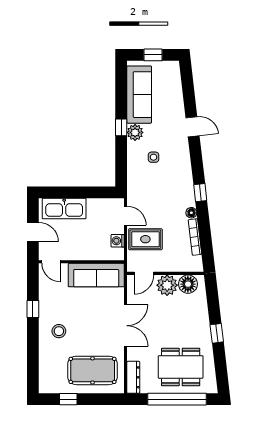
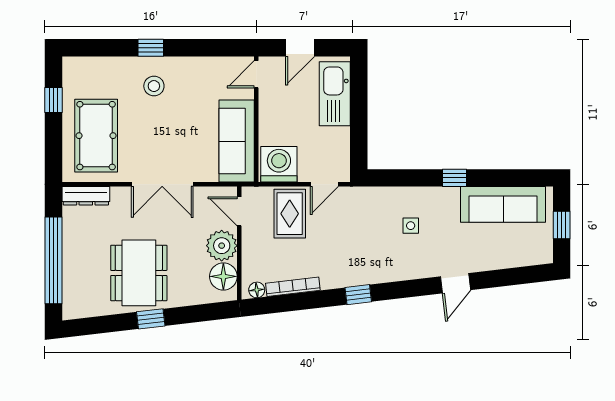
plant: (135, 132) -> (447, 198), removed
floor lamp: (191, 213) -> (257, 290), moved
washing machine: (118, 241) -> (279, 164), width x1.89, depth x1.89
window: (33, 309) -> (151, 48), moved
dining table: (181, 367) -> (139, 273), moved

